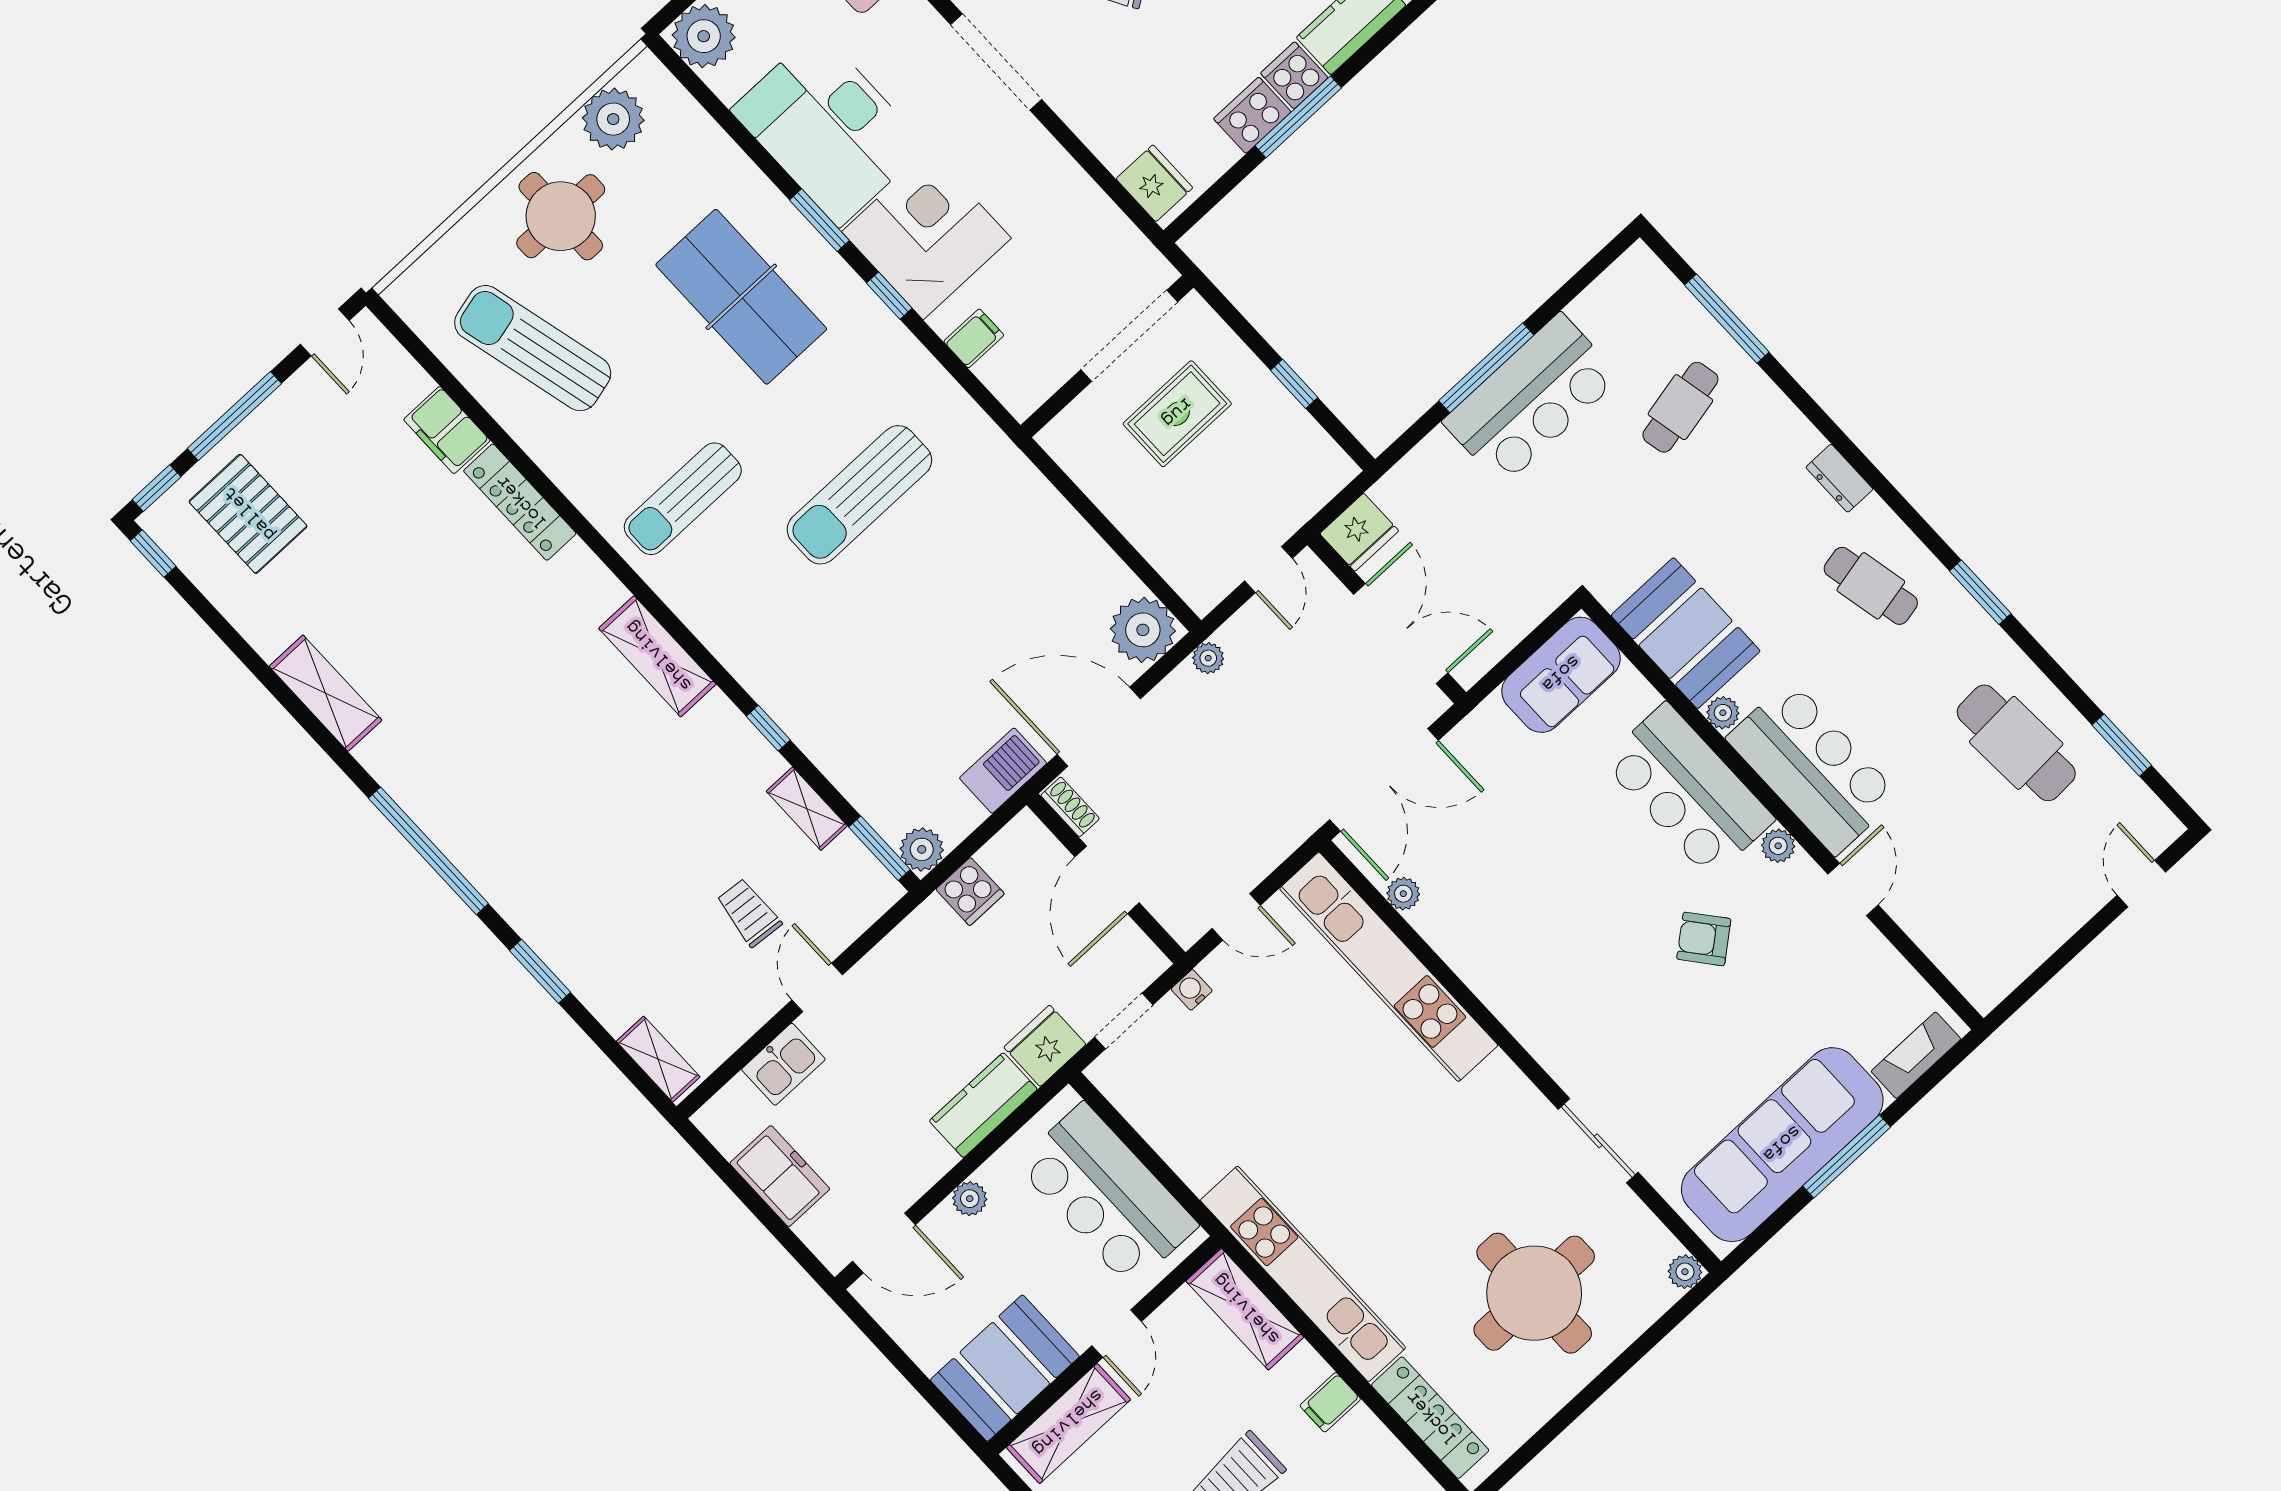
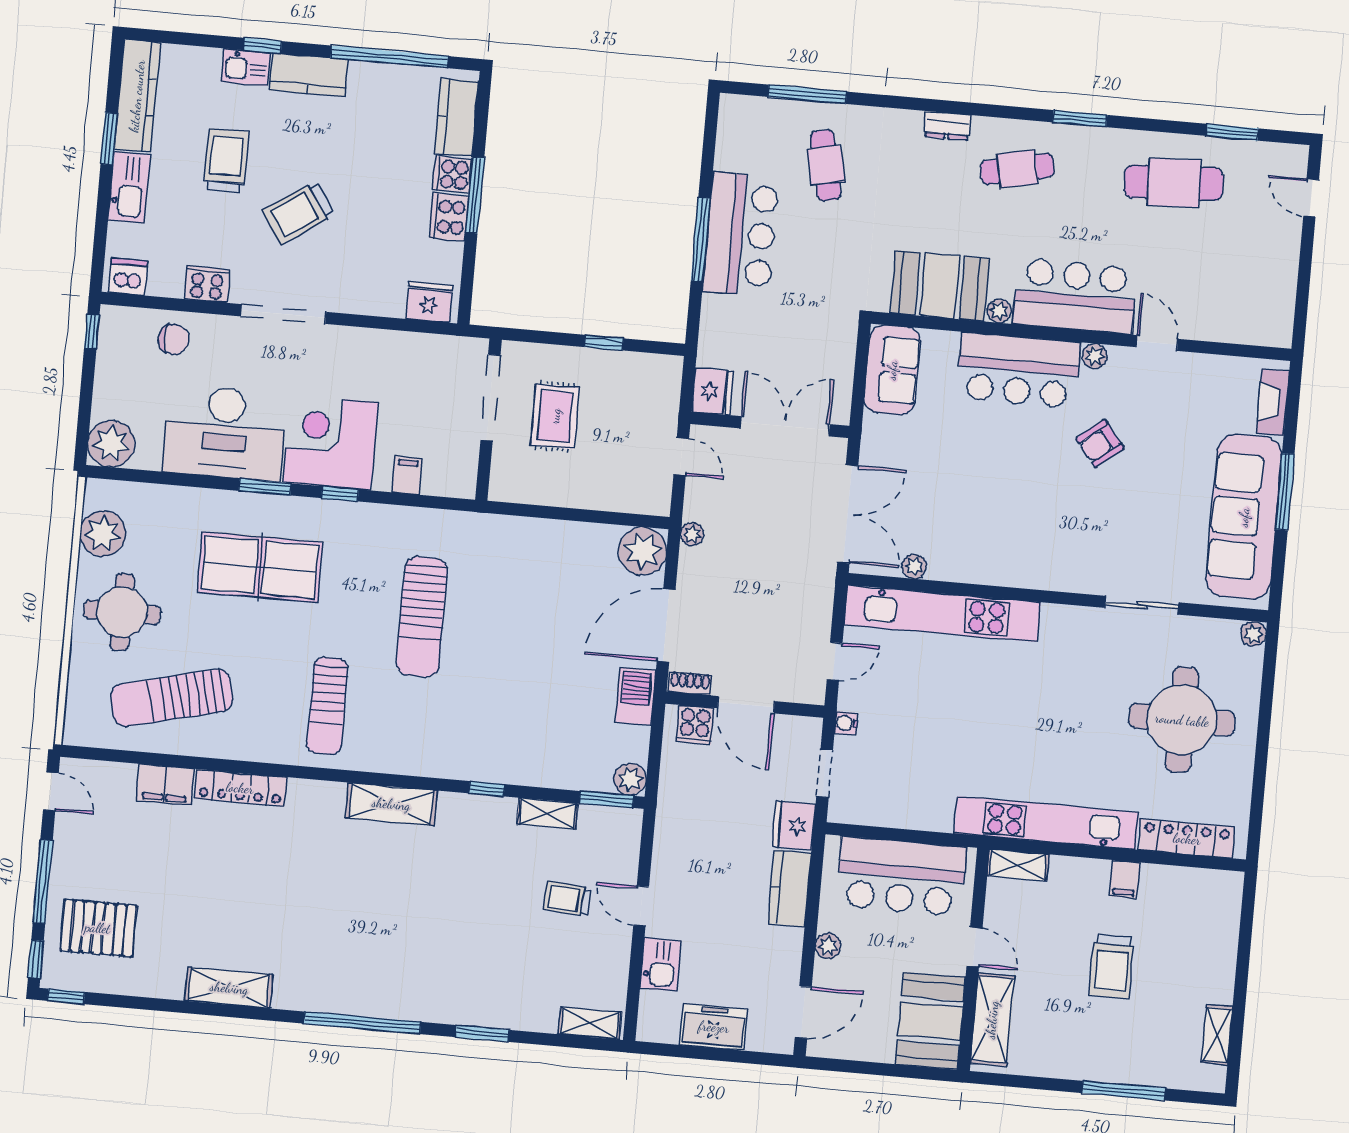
cooker: (970, 892) -> (695, 725), moved, turned 90
shelving: (1245, 1309) -> (1018, 865), width x0.67, depth x0.75

